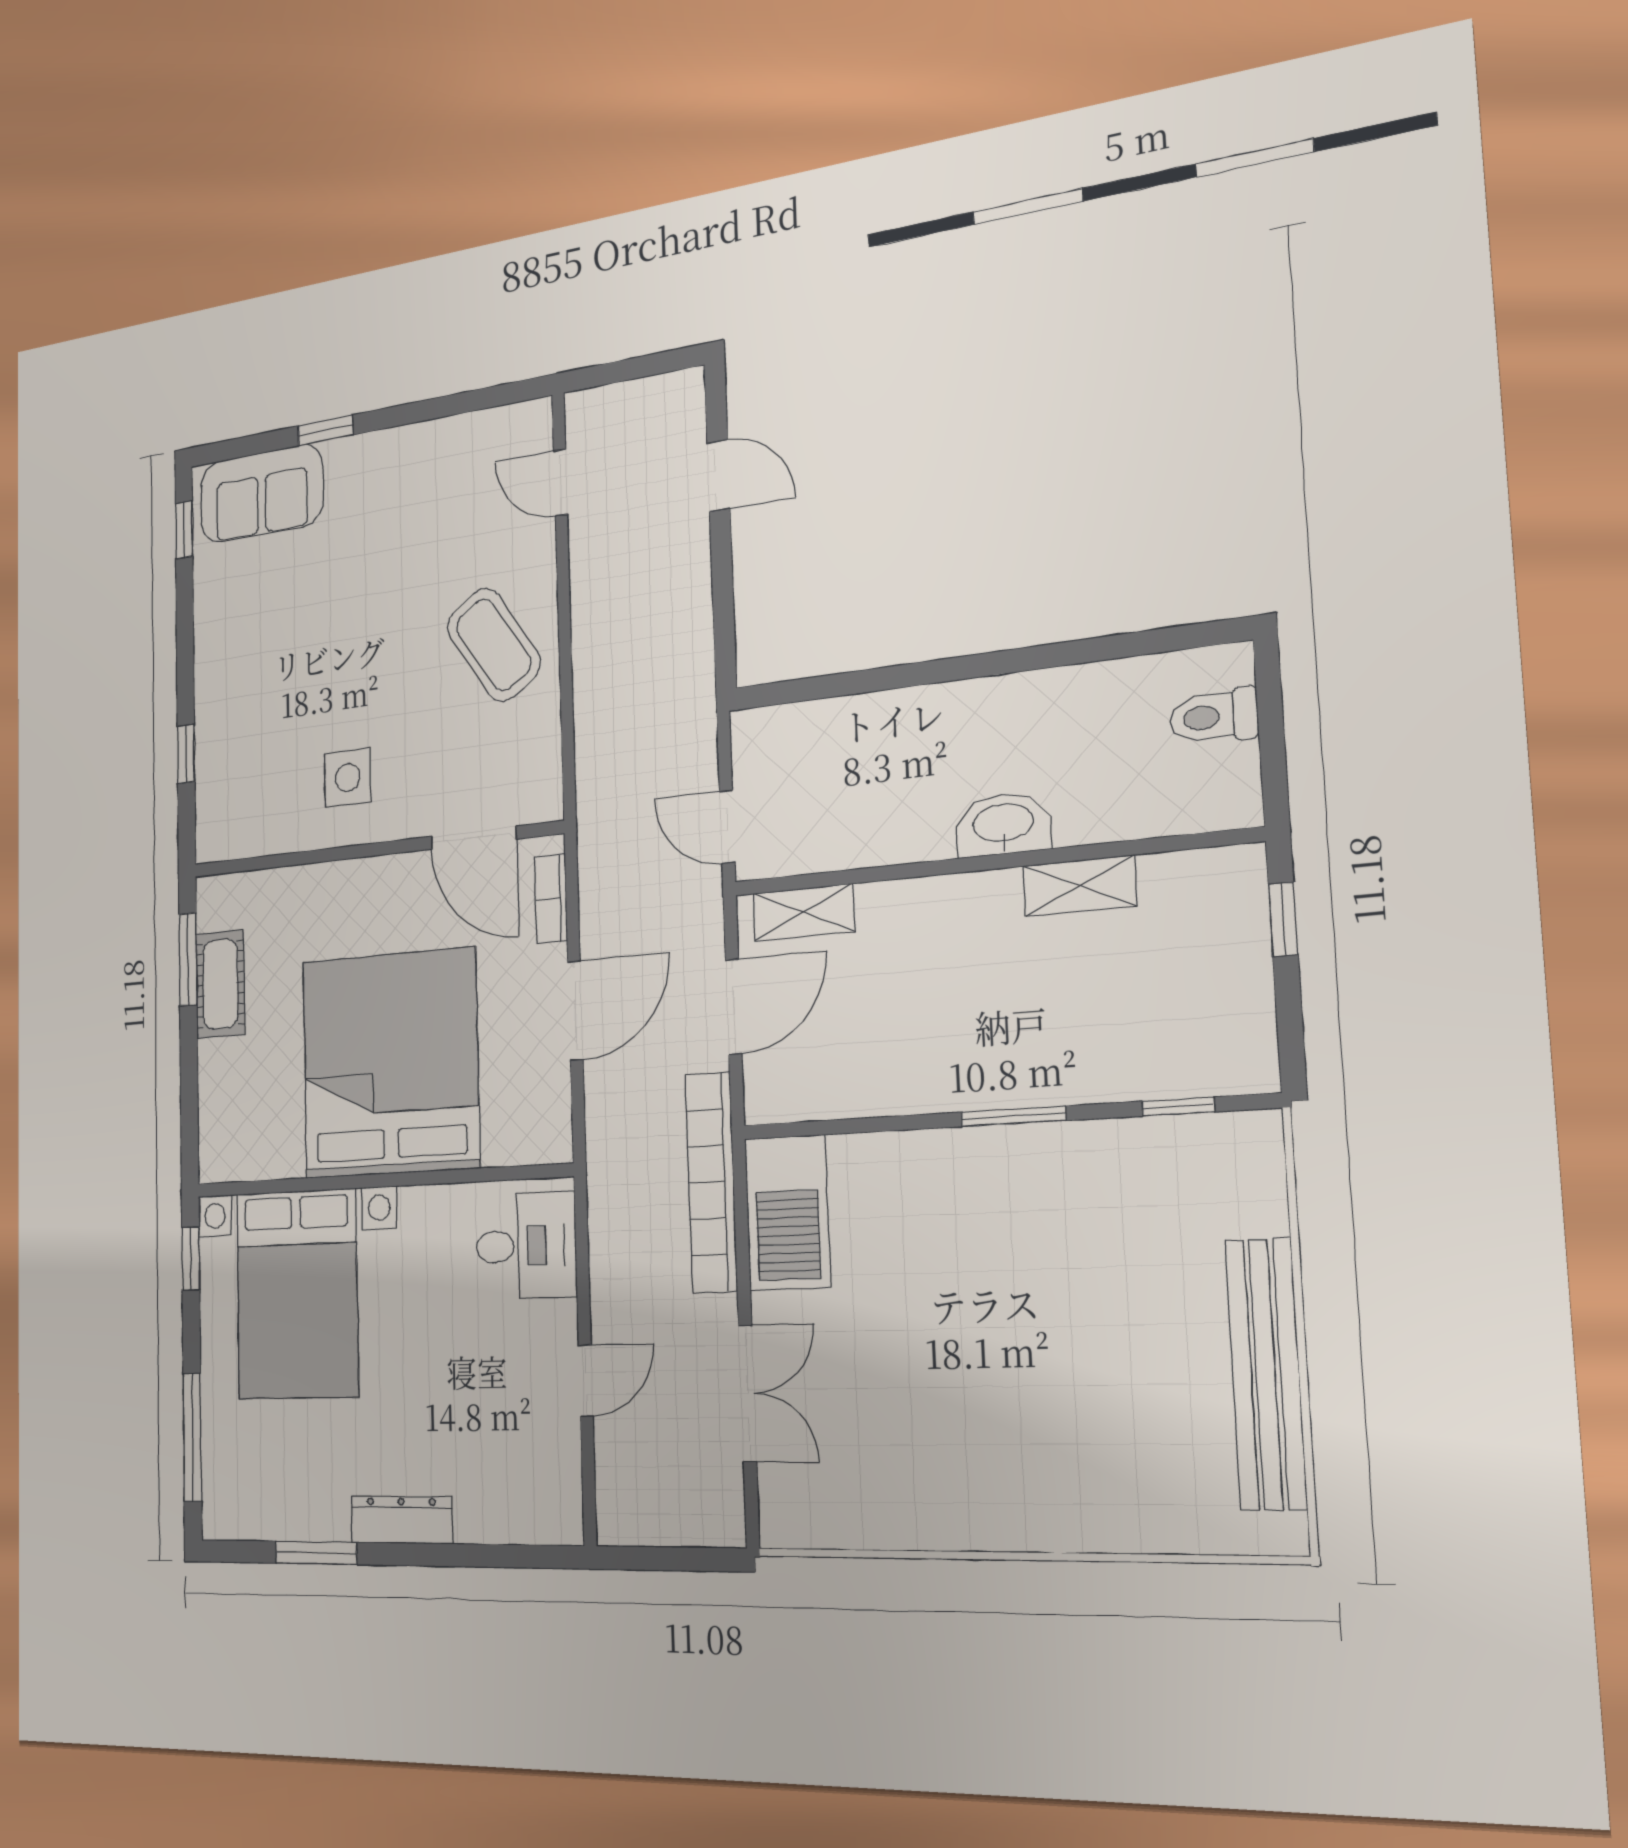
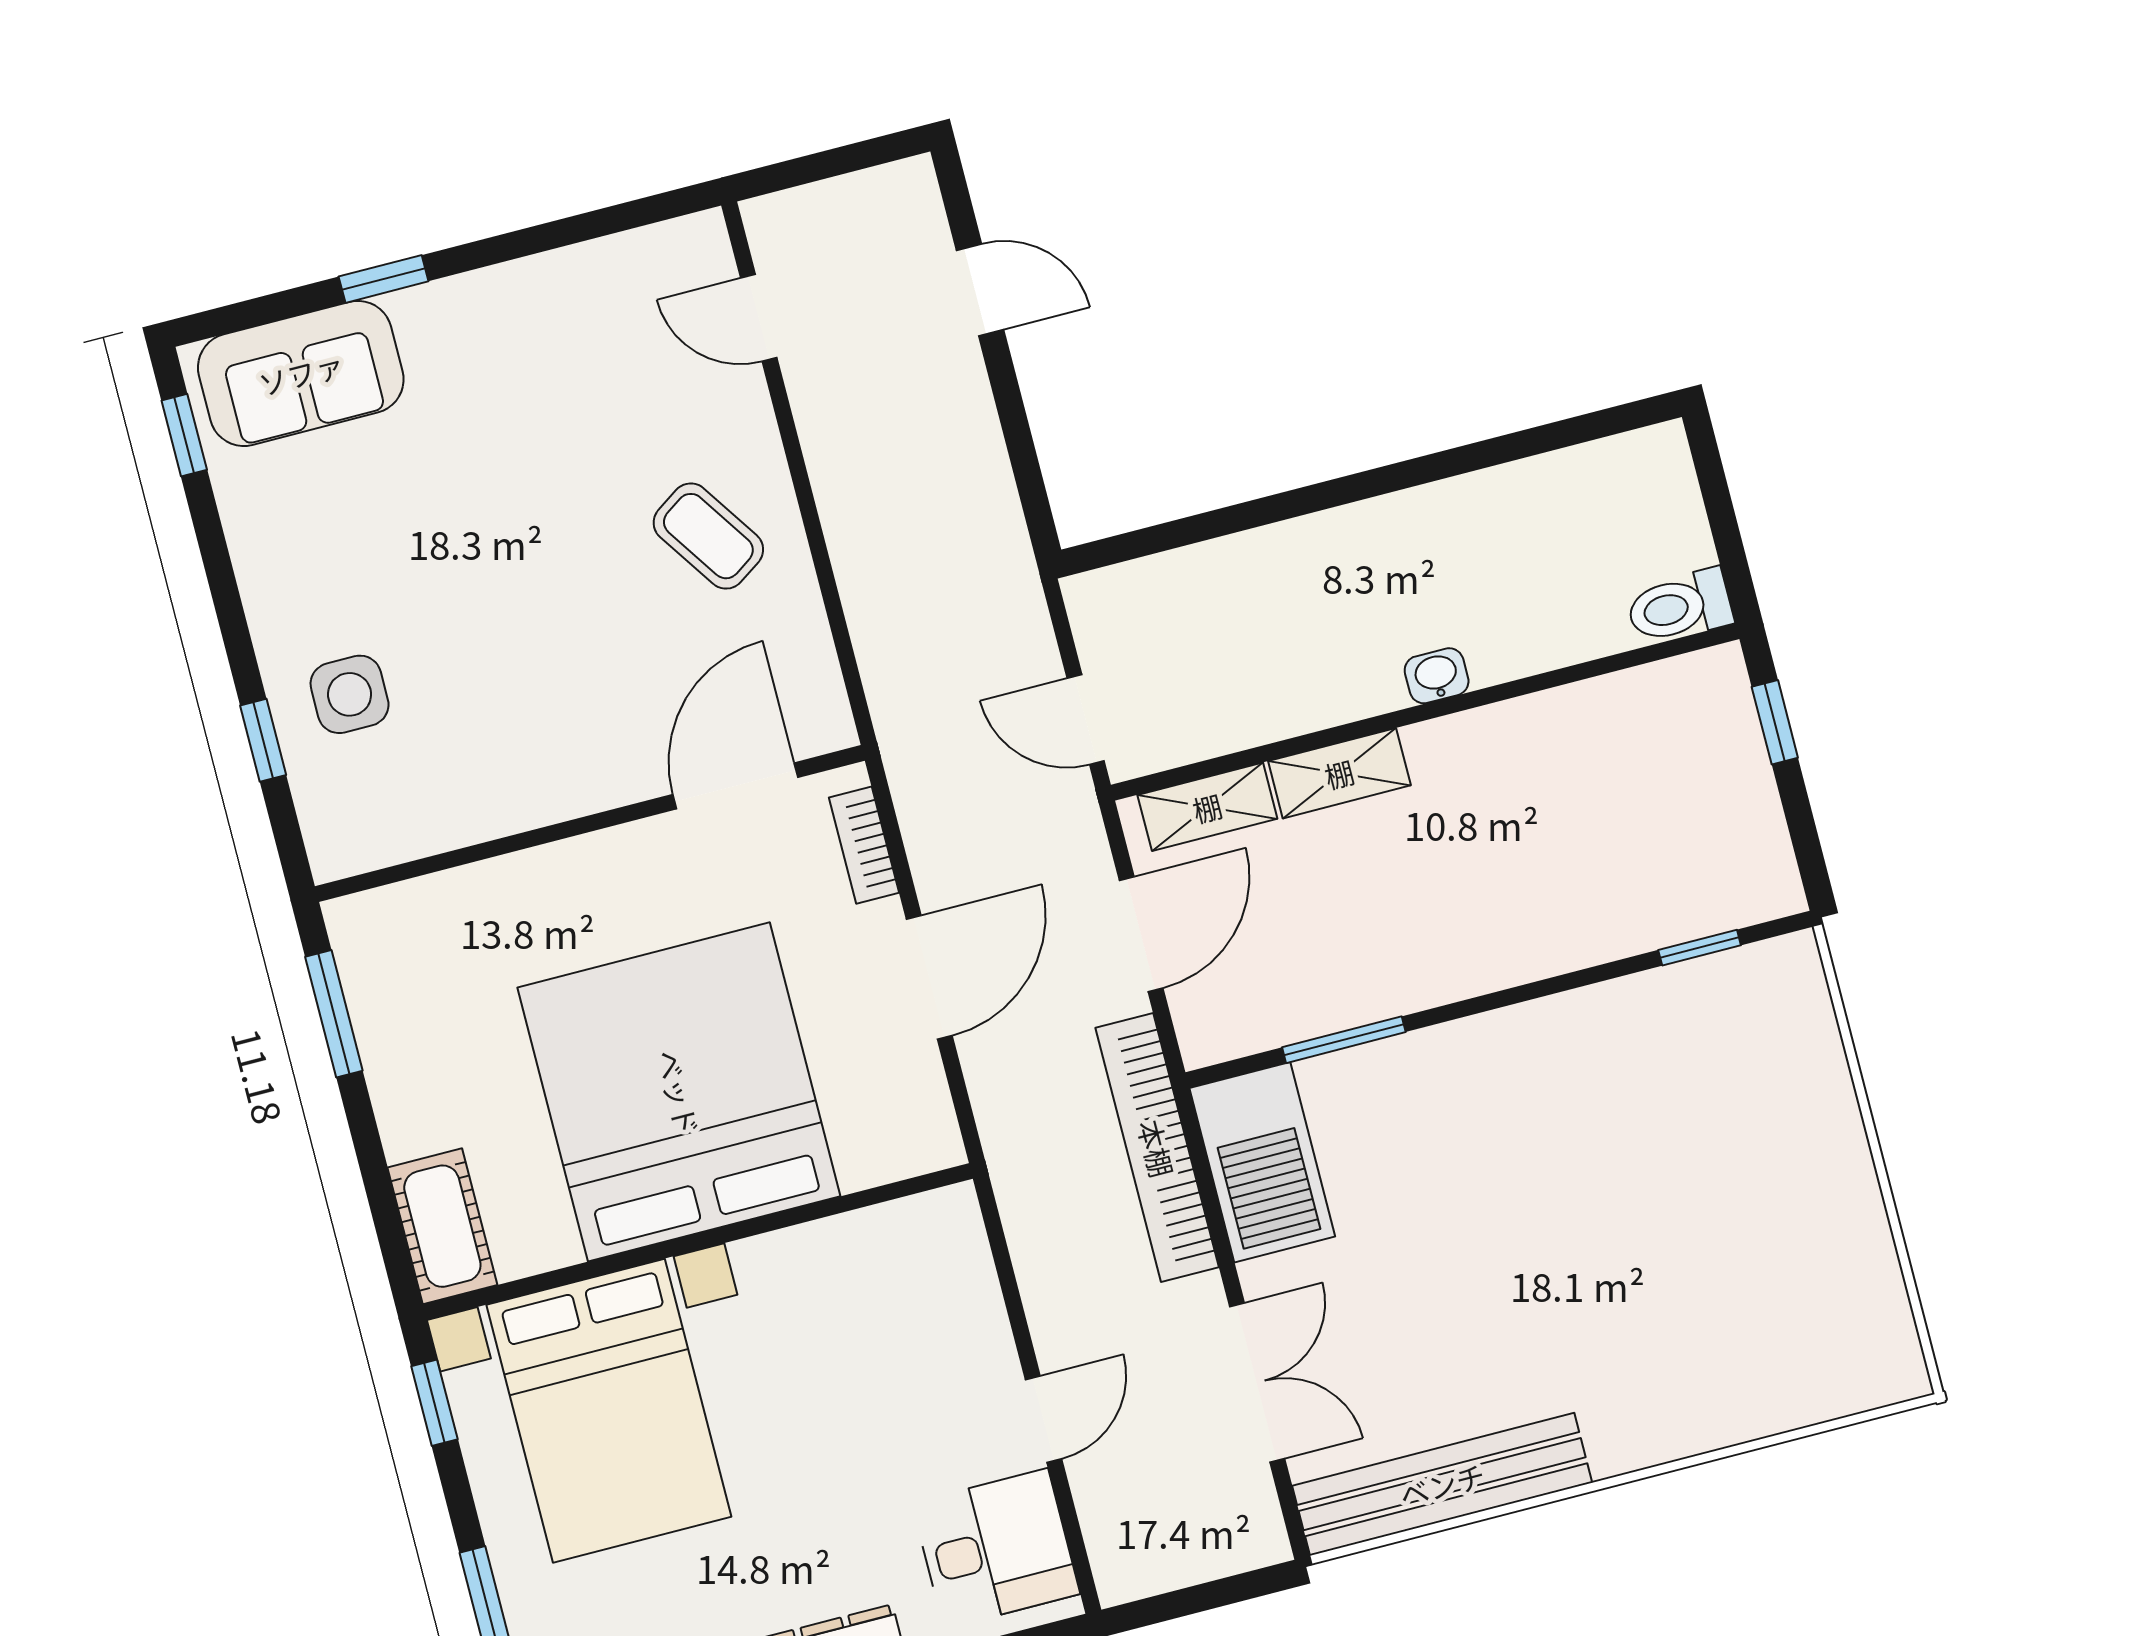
coffee table: (494, 645) -> (708, 536), width x0.73, depth x0.77
toilet: (1214, 716) -> (1680, 607), moved
side table: (348, 778) -> (350, 694), moved
washbasin: (1003, 824) -> (1437, 676), width x0.52, depth x0.69
door: (474, 838) -> (735, 786), swing flipped
shelving: (1079, 886) -> (1339, 773), moved
cot: (220, 984) -> (442, 1226), moved
window: (1013, 1116) -> (1344, 1040), moved
desk: (526, 1246) -> (996, 1549), moved
bench: (1266, 1374) -> (1442, 1484), moved, turned 90

